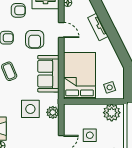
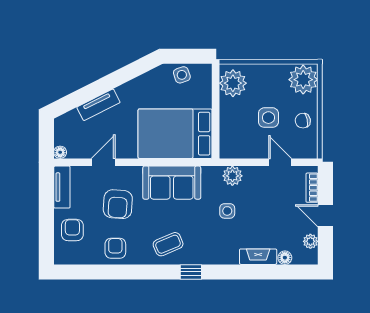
armchair: (35, 39) -> (118, 204), turned 94
side table: (110, 87) -> (182, 75), moved
side table: (30, 109) -> (227, 211), width x0.54, depth x0.54

